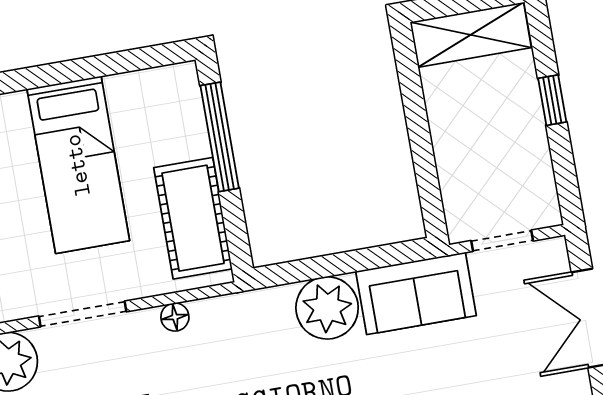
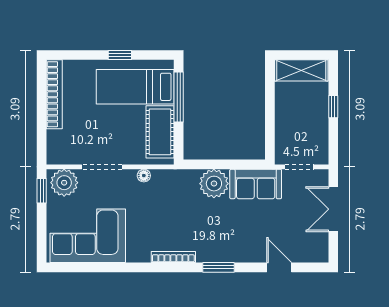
window: (79, 69) -> (120, 55), added
bed: (78, 165) -> (135, 87), moved, turned 90

